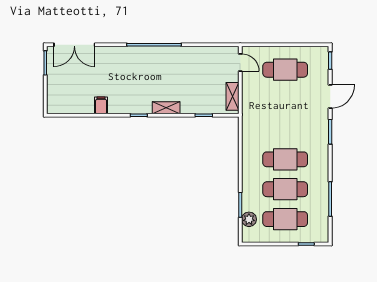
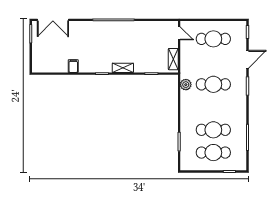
cafe table: (285, 159) -> (213, 84), moved
plant: (249, 219) -> (186, 85), moved

